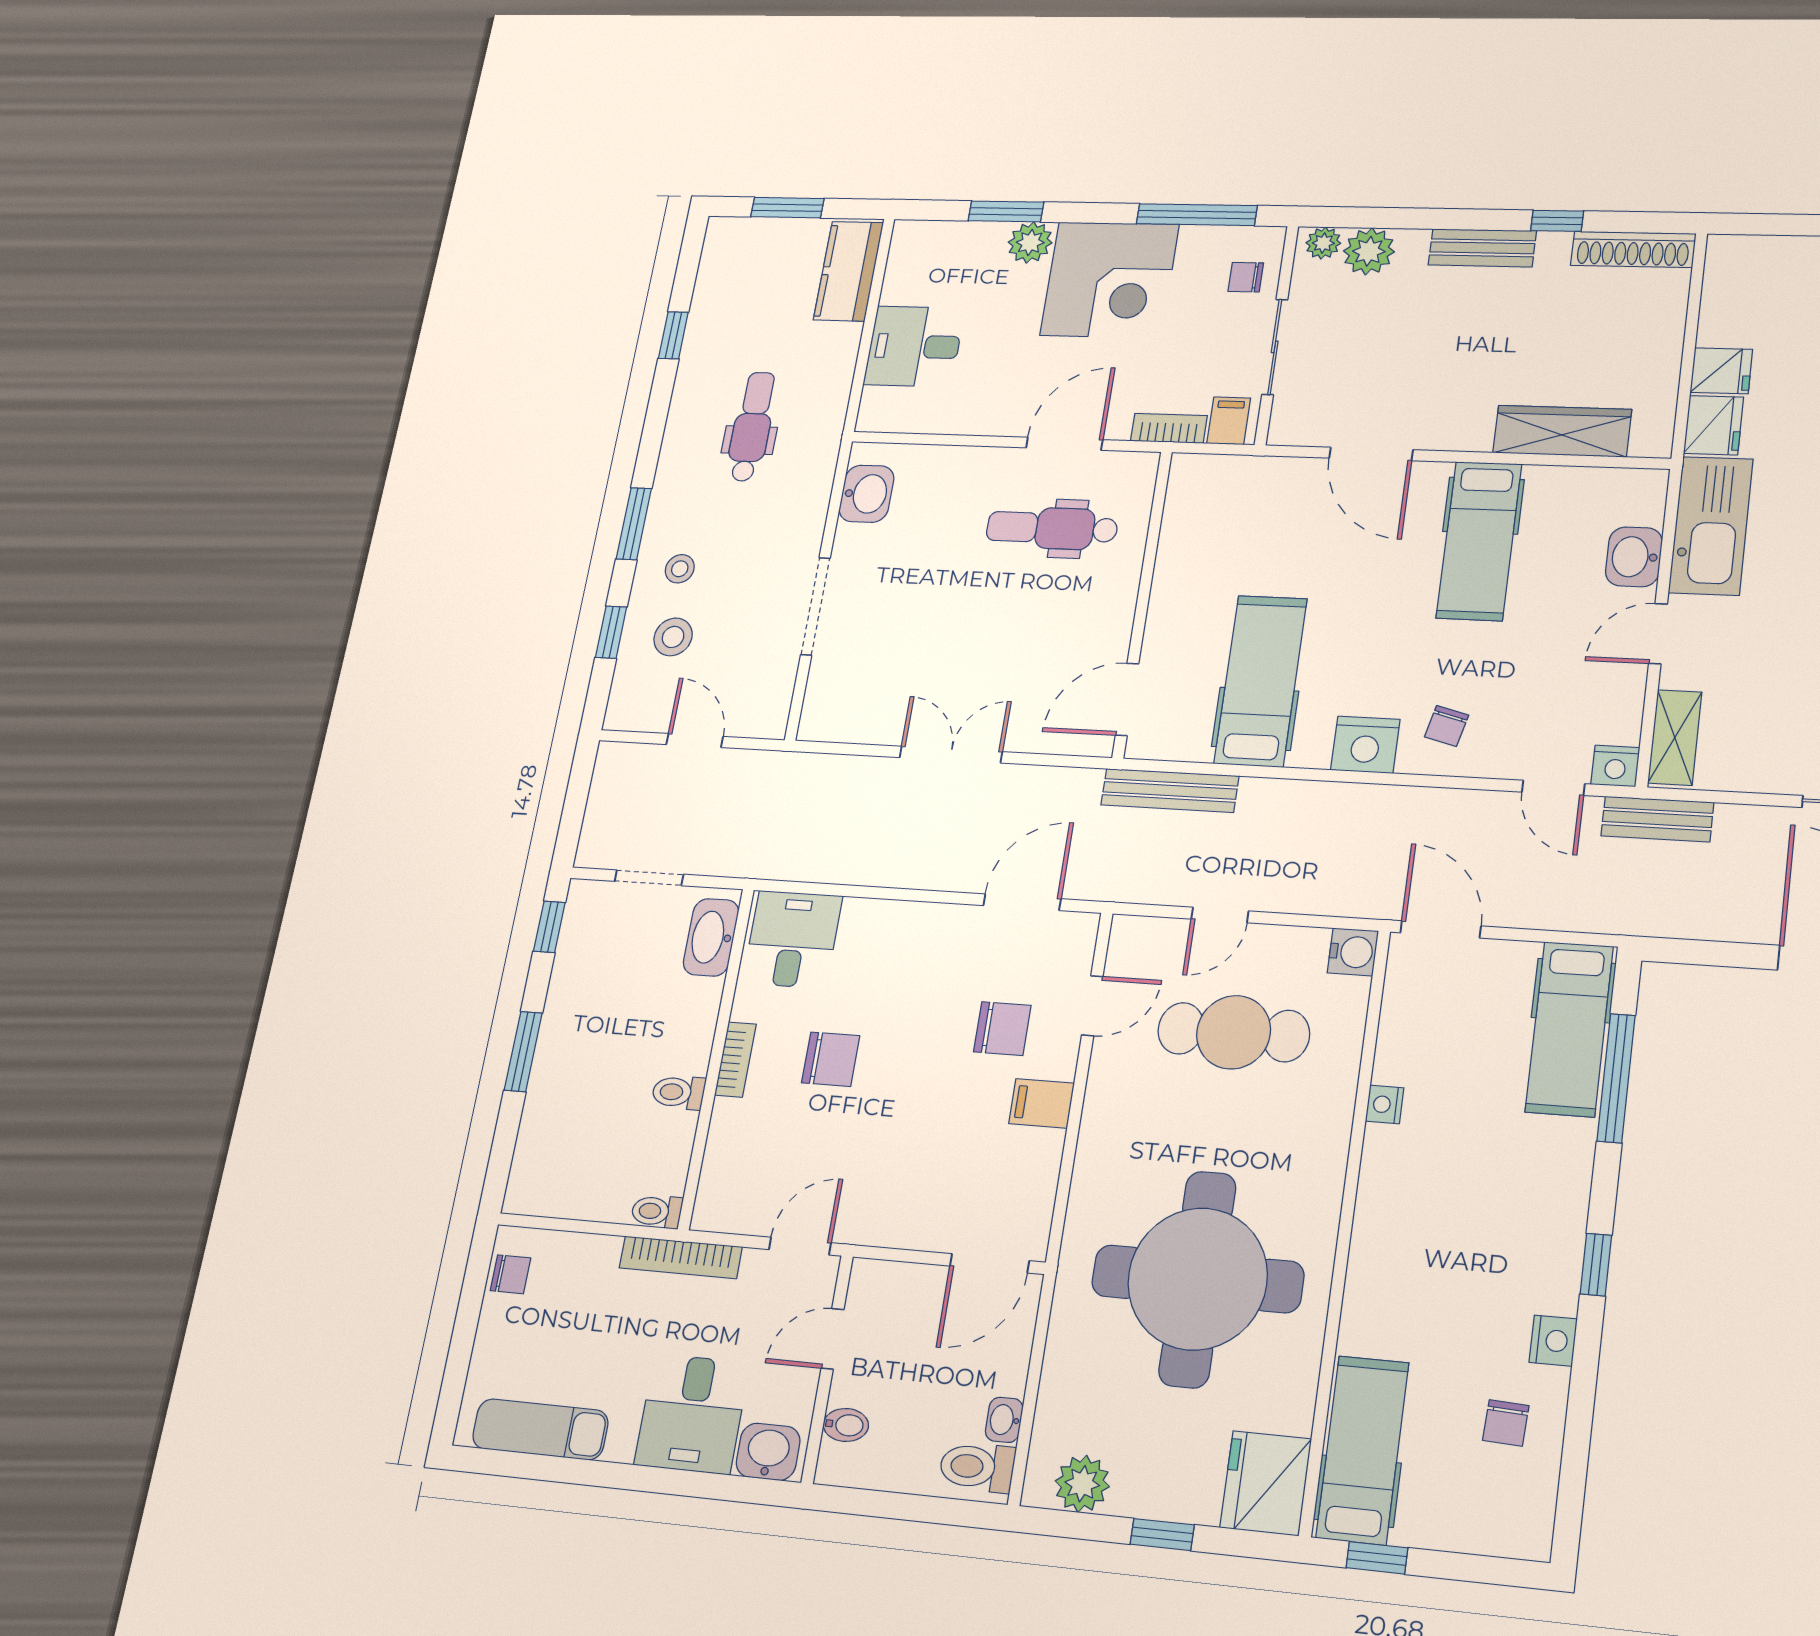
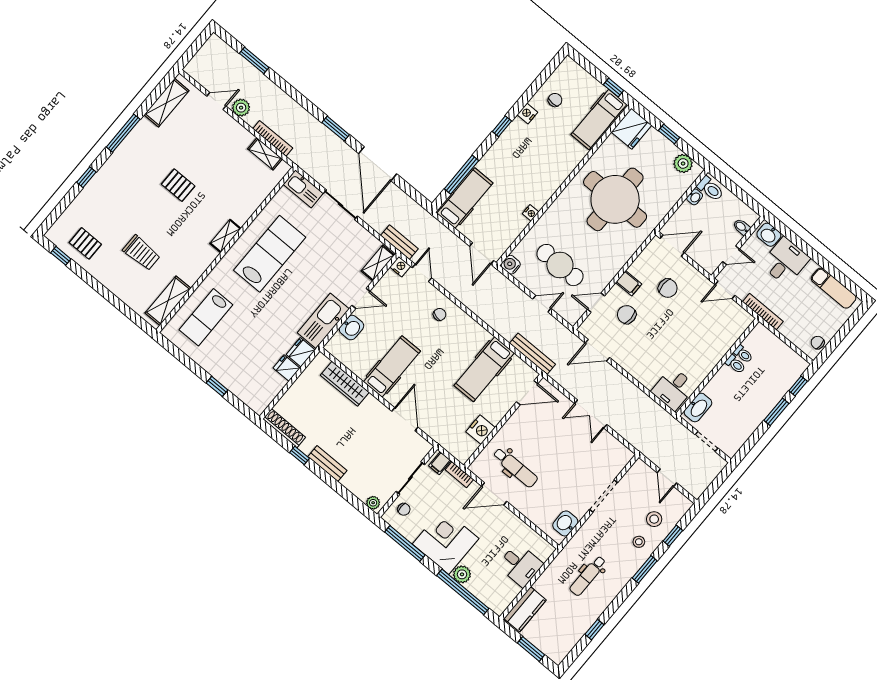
window: (1006, 211) -> (463, 592), width x2.11
plant: (1369, 251) -> (361, 489), removed
nightstand: (1365, 745) -> (481, 430), moved, turned 90
window: (549, 927) -> (798, 386), moved
chair: (831, 1059) -> (668, 288), moved, turned 180
bookcase: (735, 1060) -> (712, 362), removed
toilet: (657, 1211) -> (743, 354), moved

